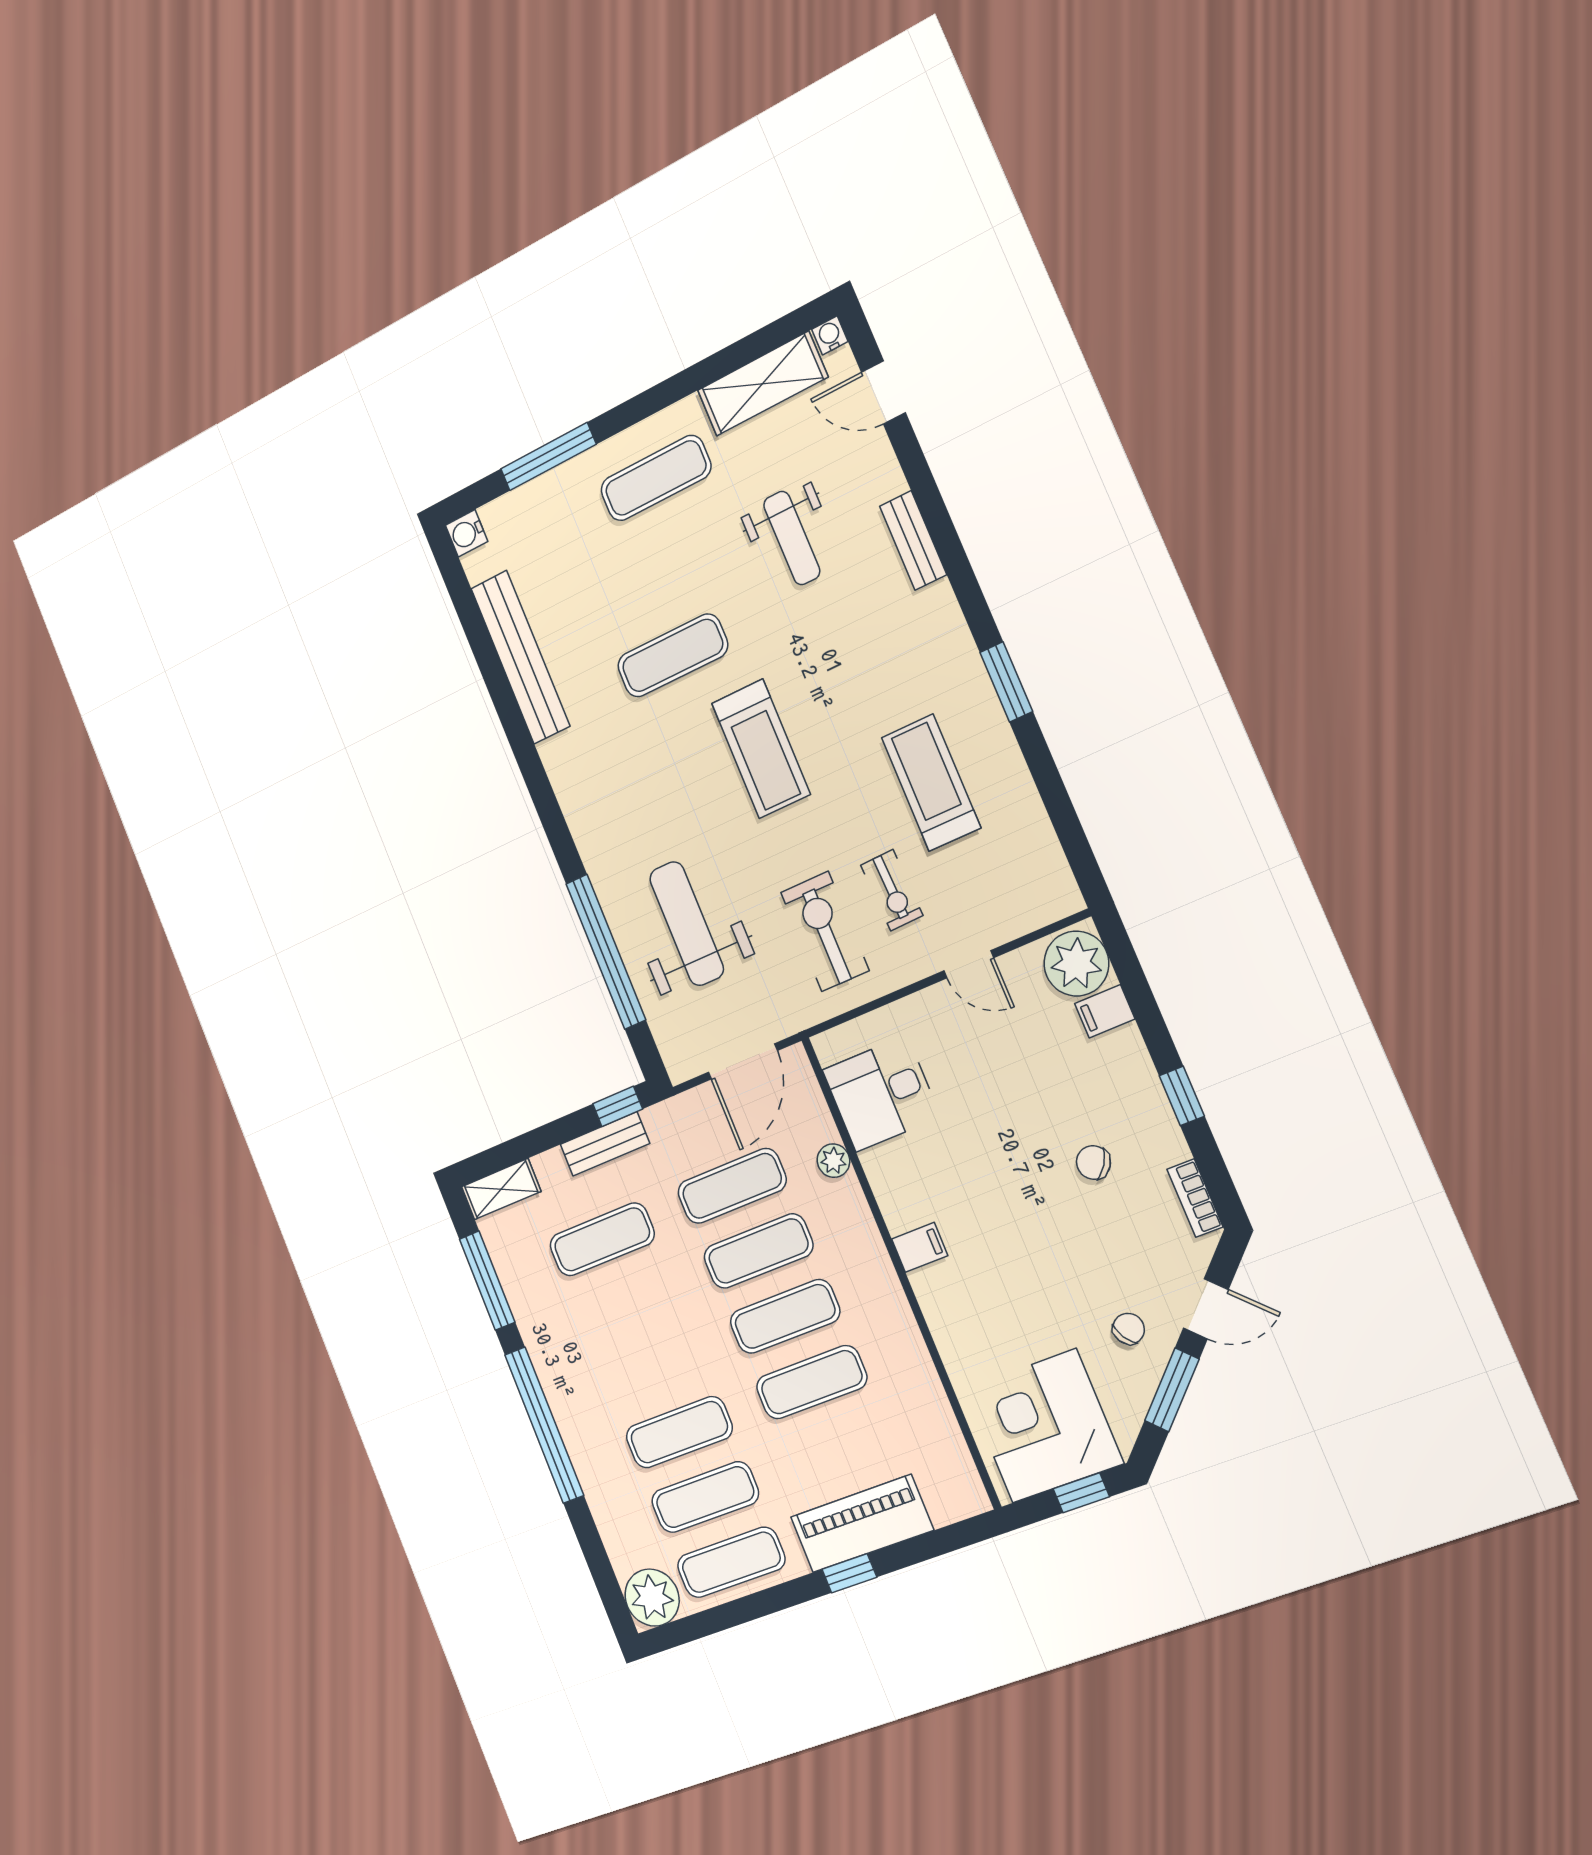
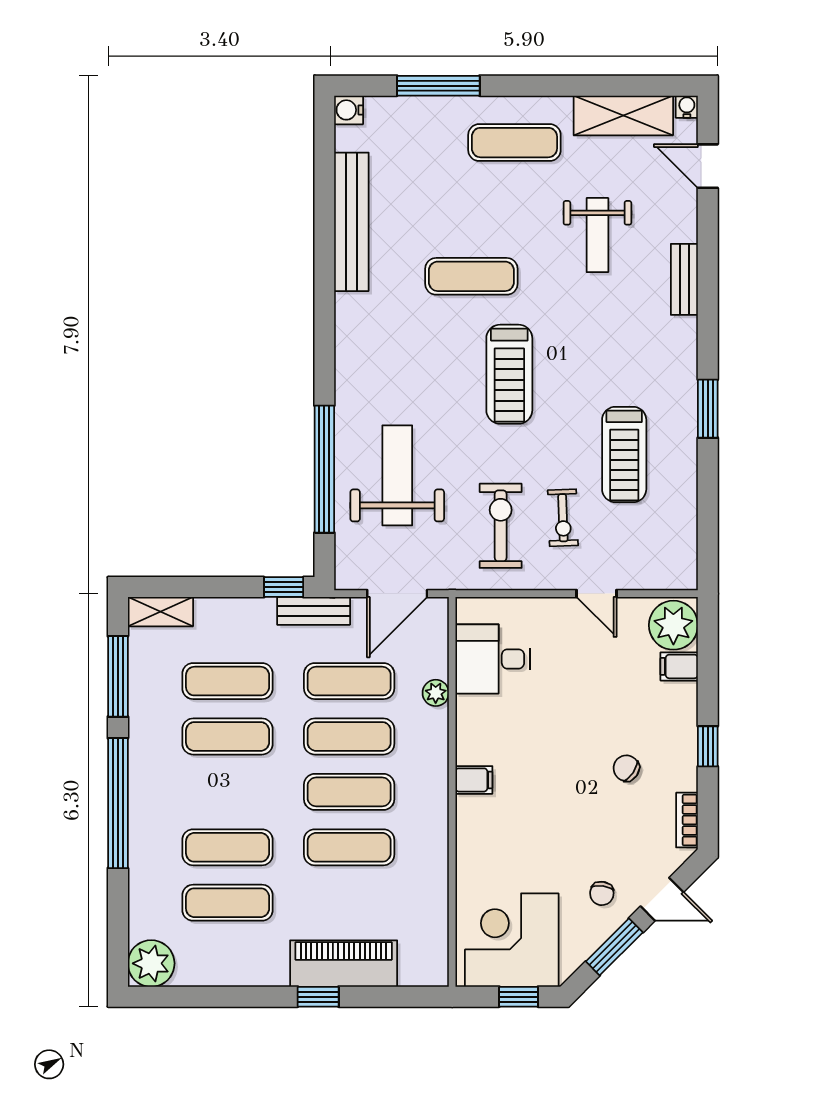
treadmill: (931, 783) -> (624, 454), turned 180
bench: (605, 1144) -> (314, 611), moved
chair: (1129, 1329) -> (602, 893), turned 130
exercise mat: (731, 1562) -> (228, 736), moved

